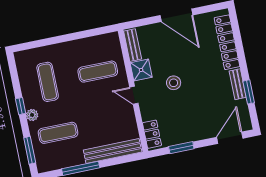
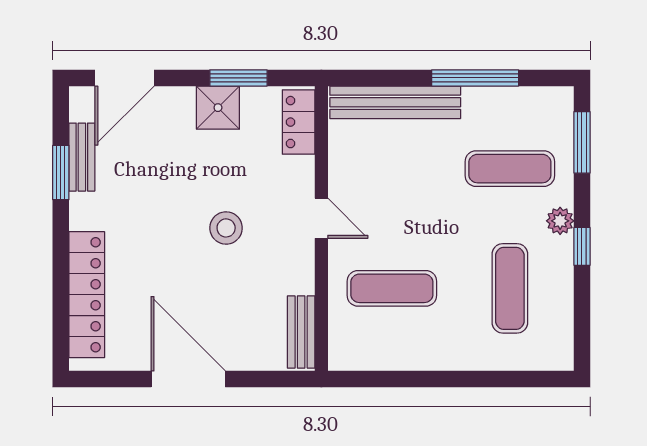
shower: (141, 70) -> (218, 108), moved
bench: (238, 84) -> (82, 157), moved

